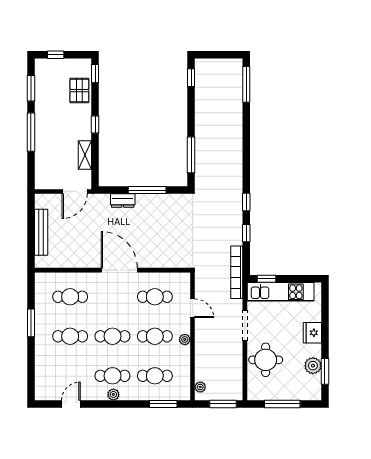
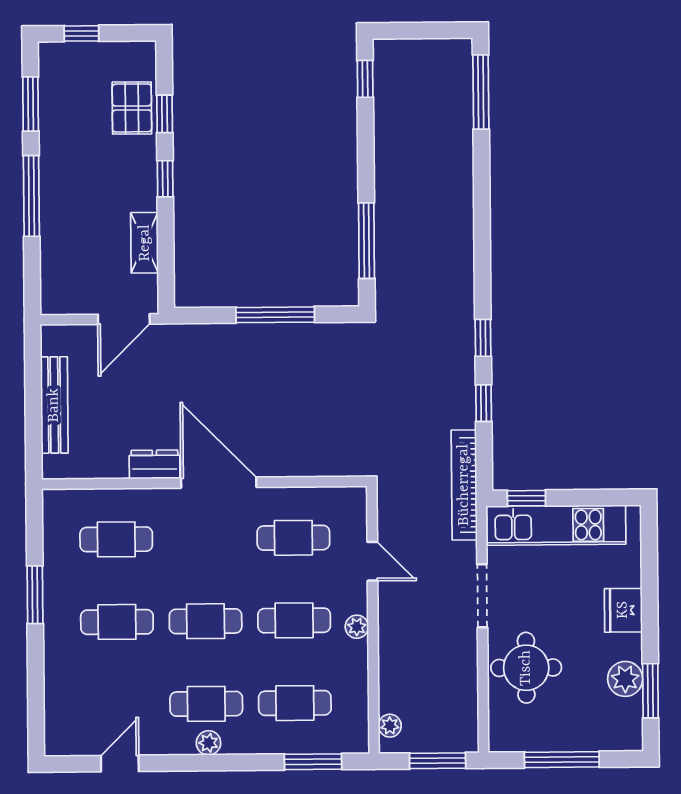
window: (95, 74) -> (165, 114), moved
dresser: (123, 200) -> (155, 464), moved, turned 180

